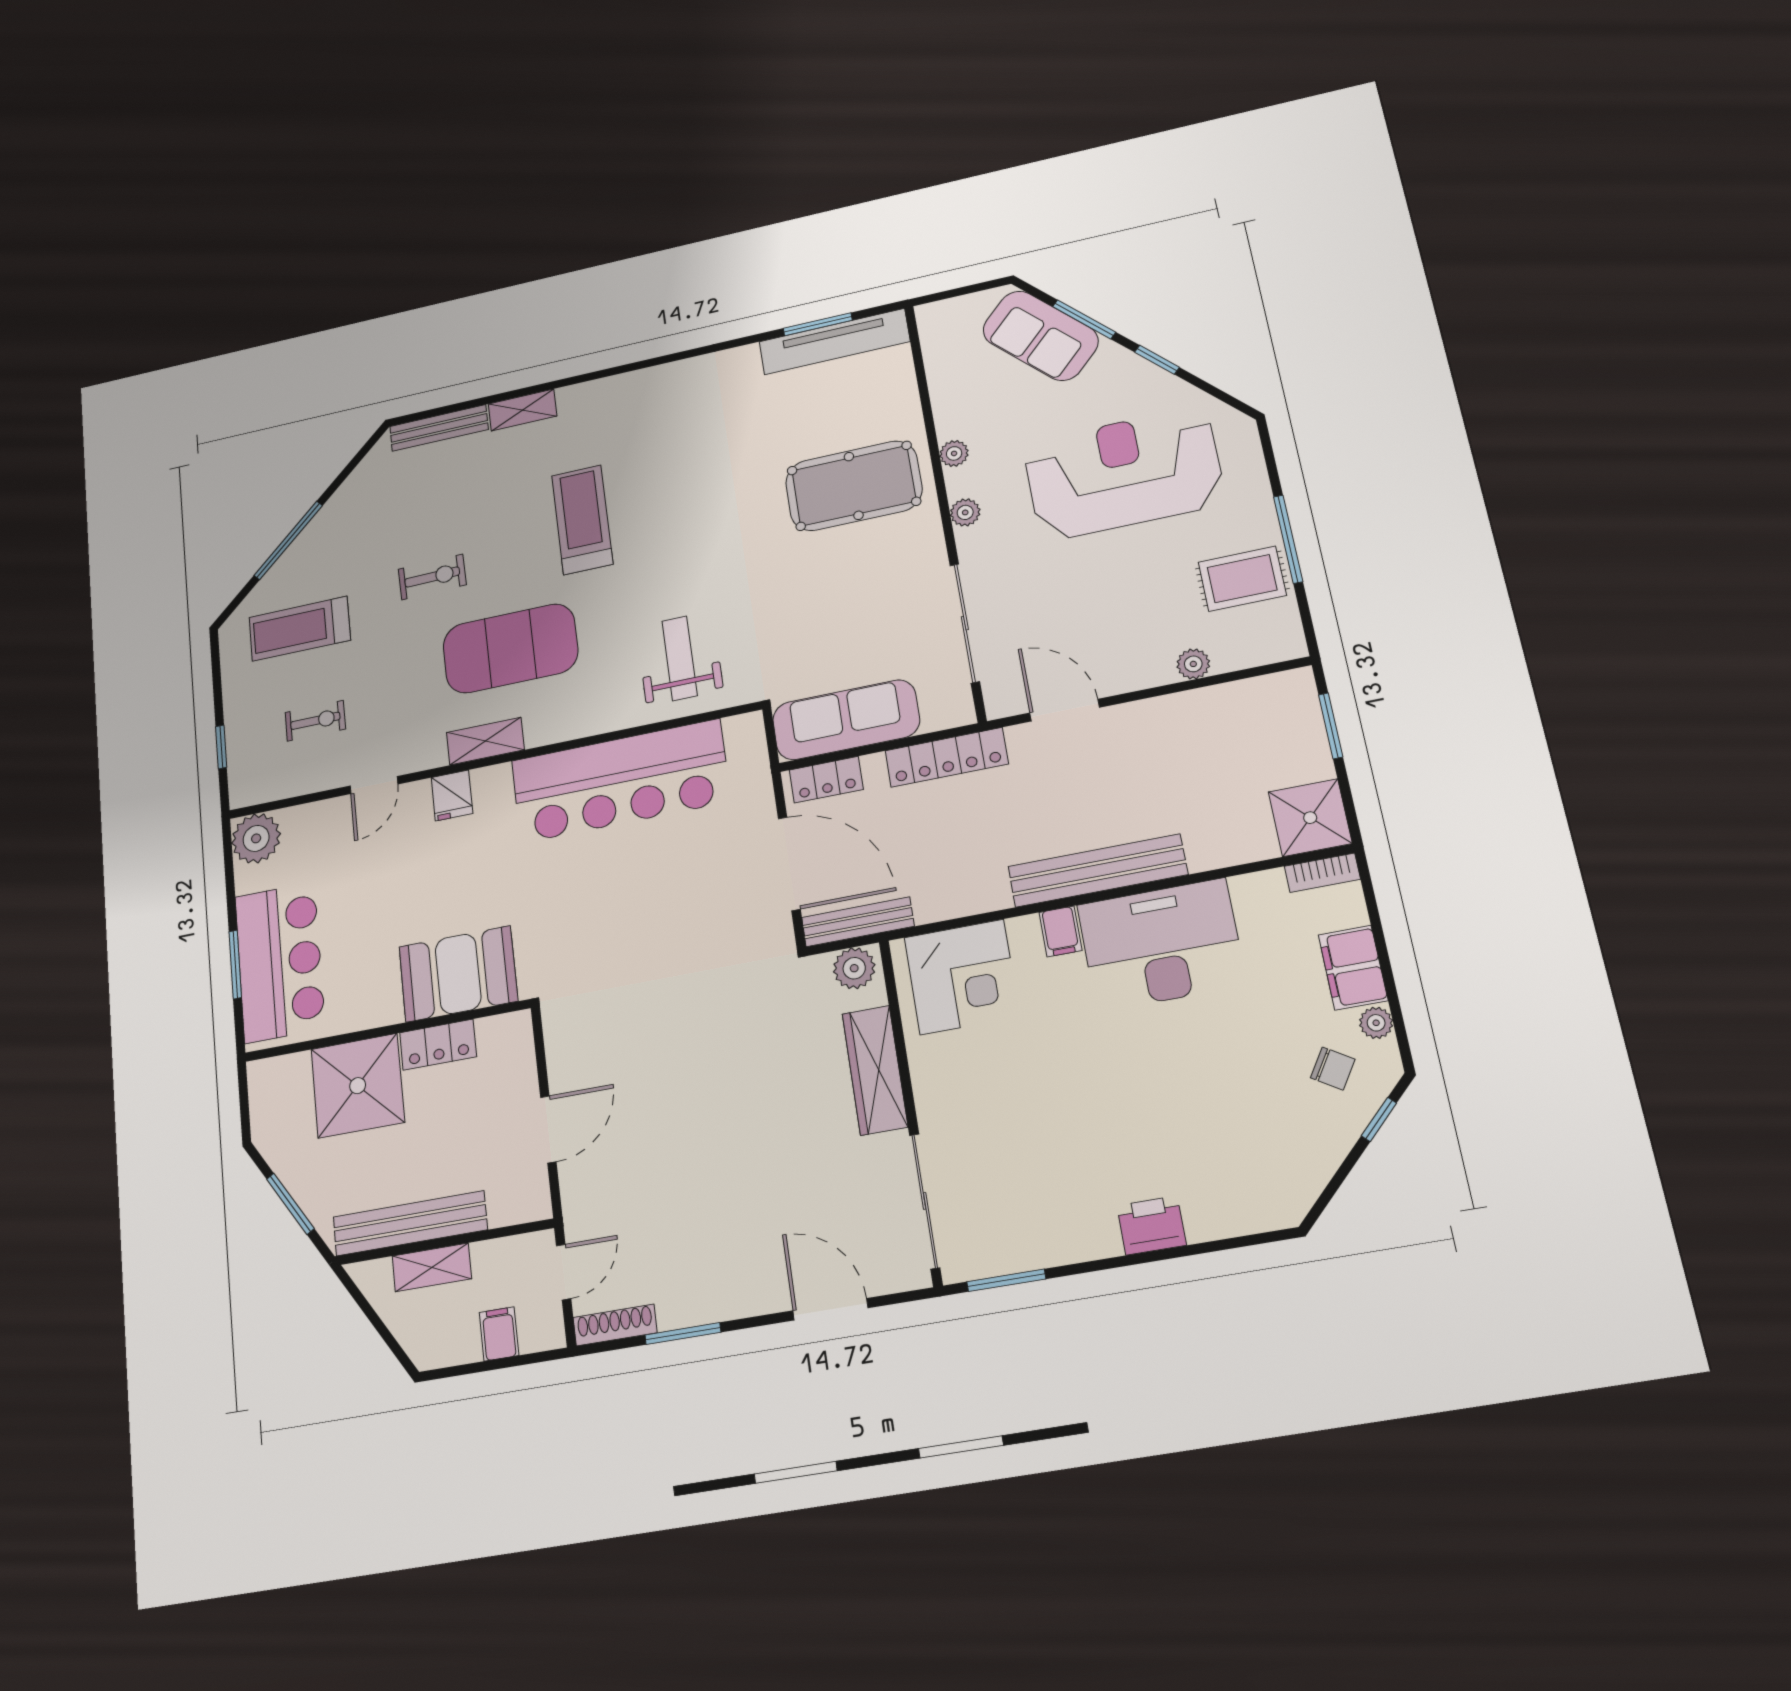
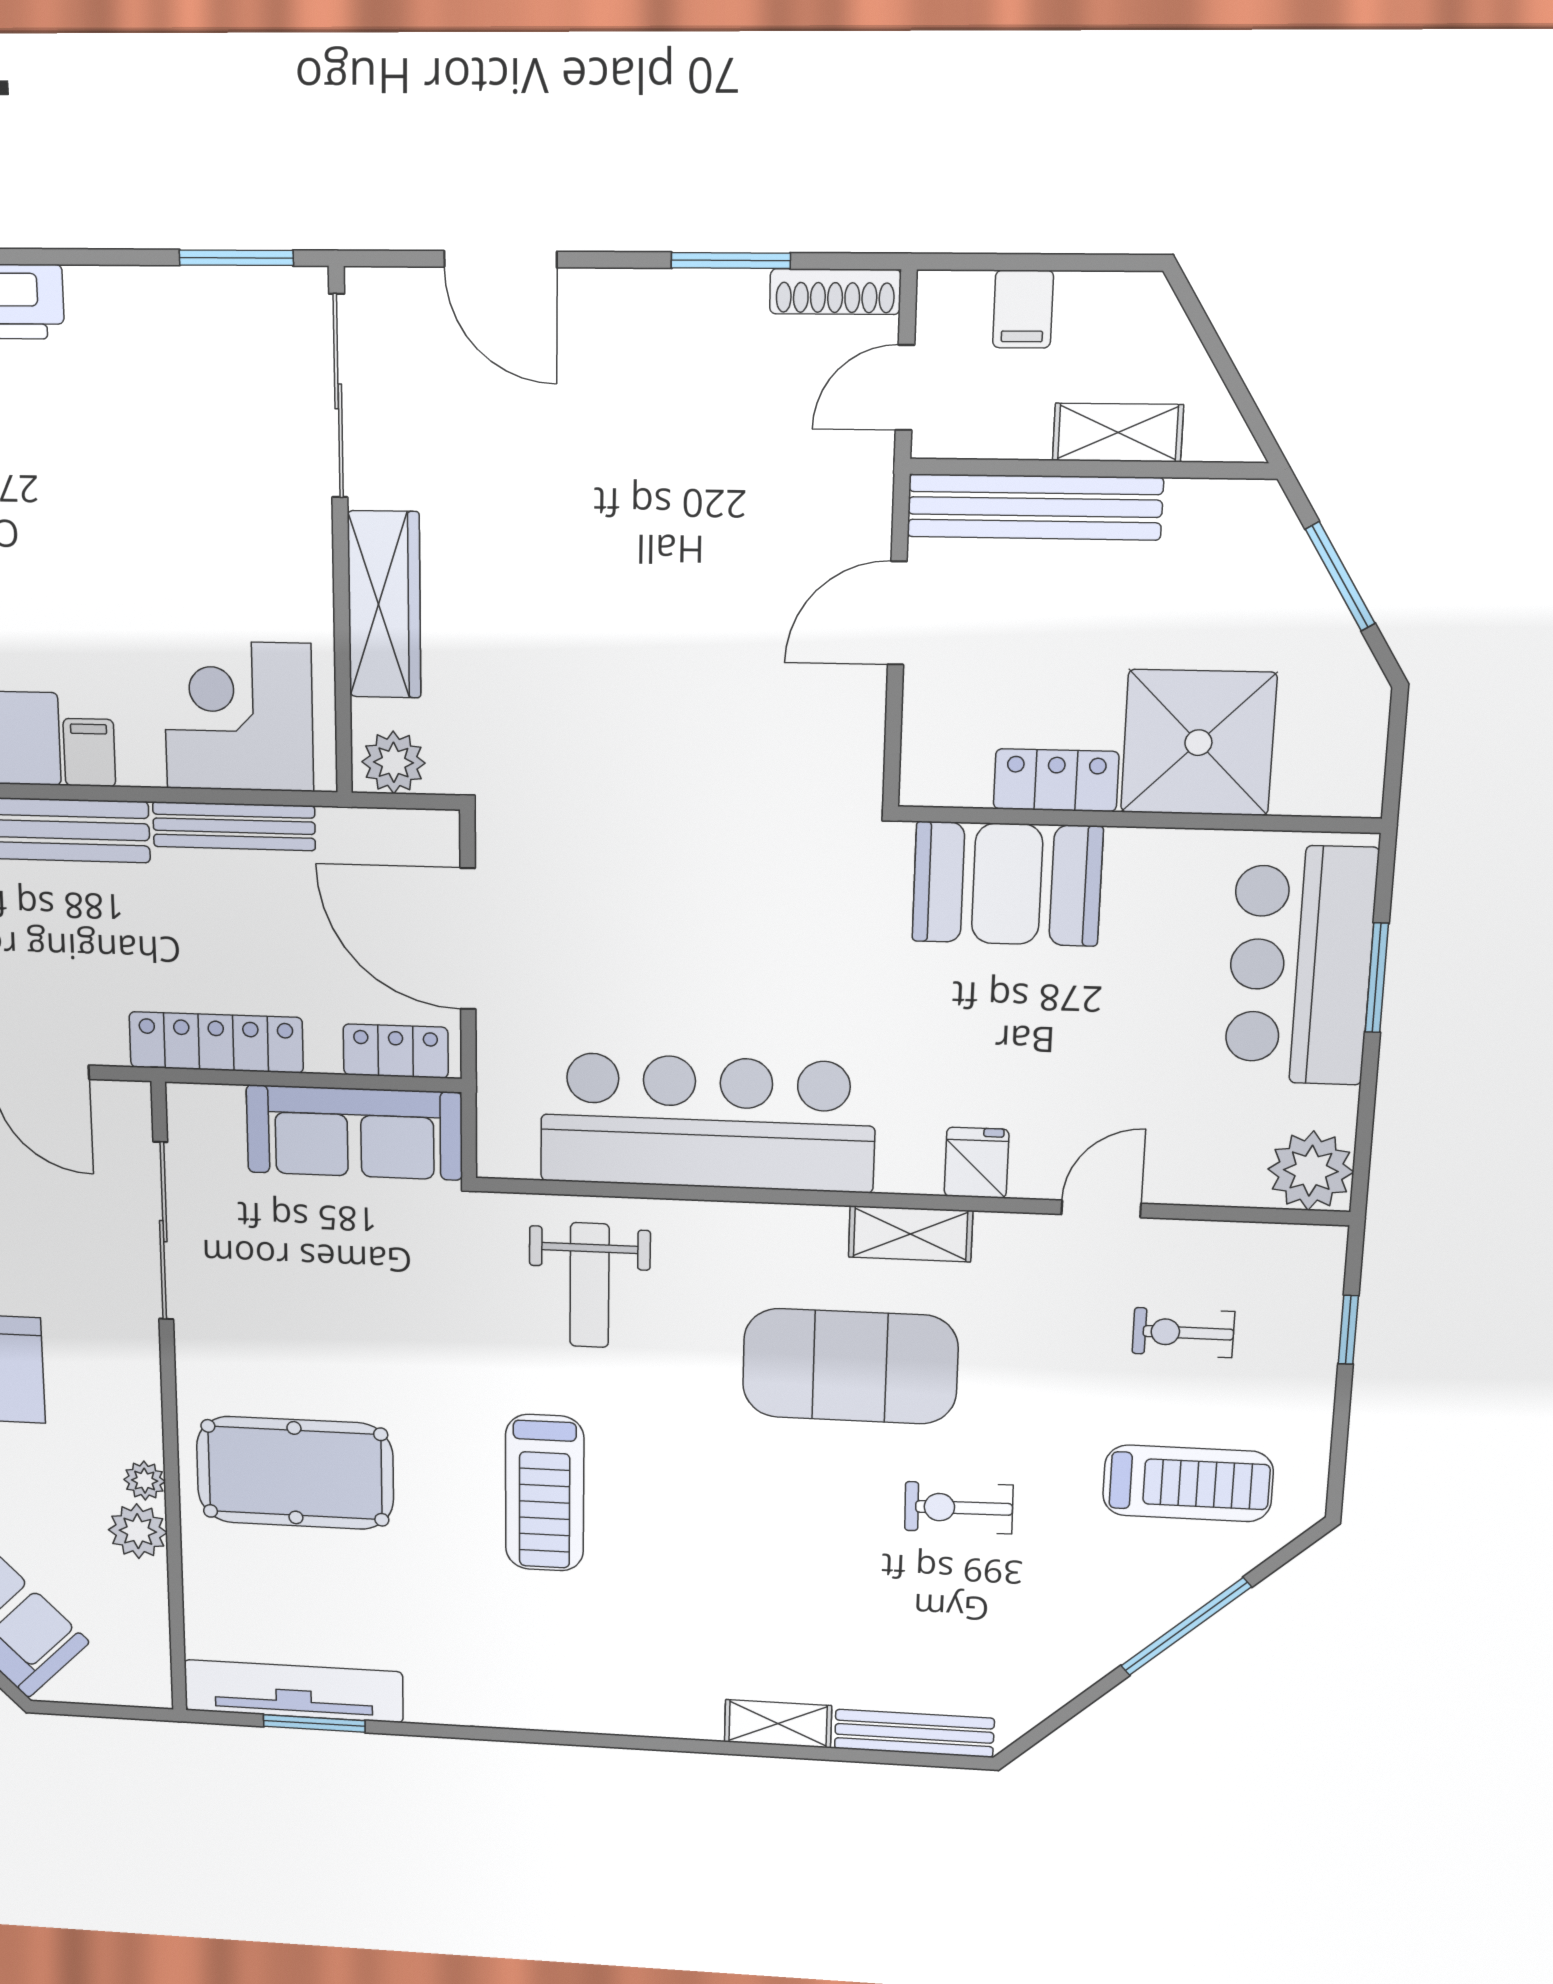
plant: (965, 512) -> (138, 1531), moved, width x1.38, depth x1.38
treadmill: (582, 520) -> (545, 1493), moved
bench: (858, 922) -> (234, 826), moved
bench: (410, 1223) -> (1035, 507), moved

